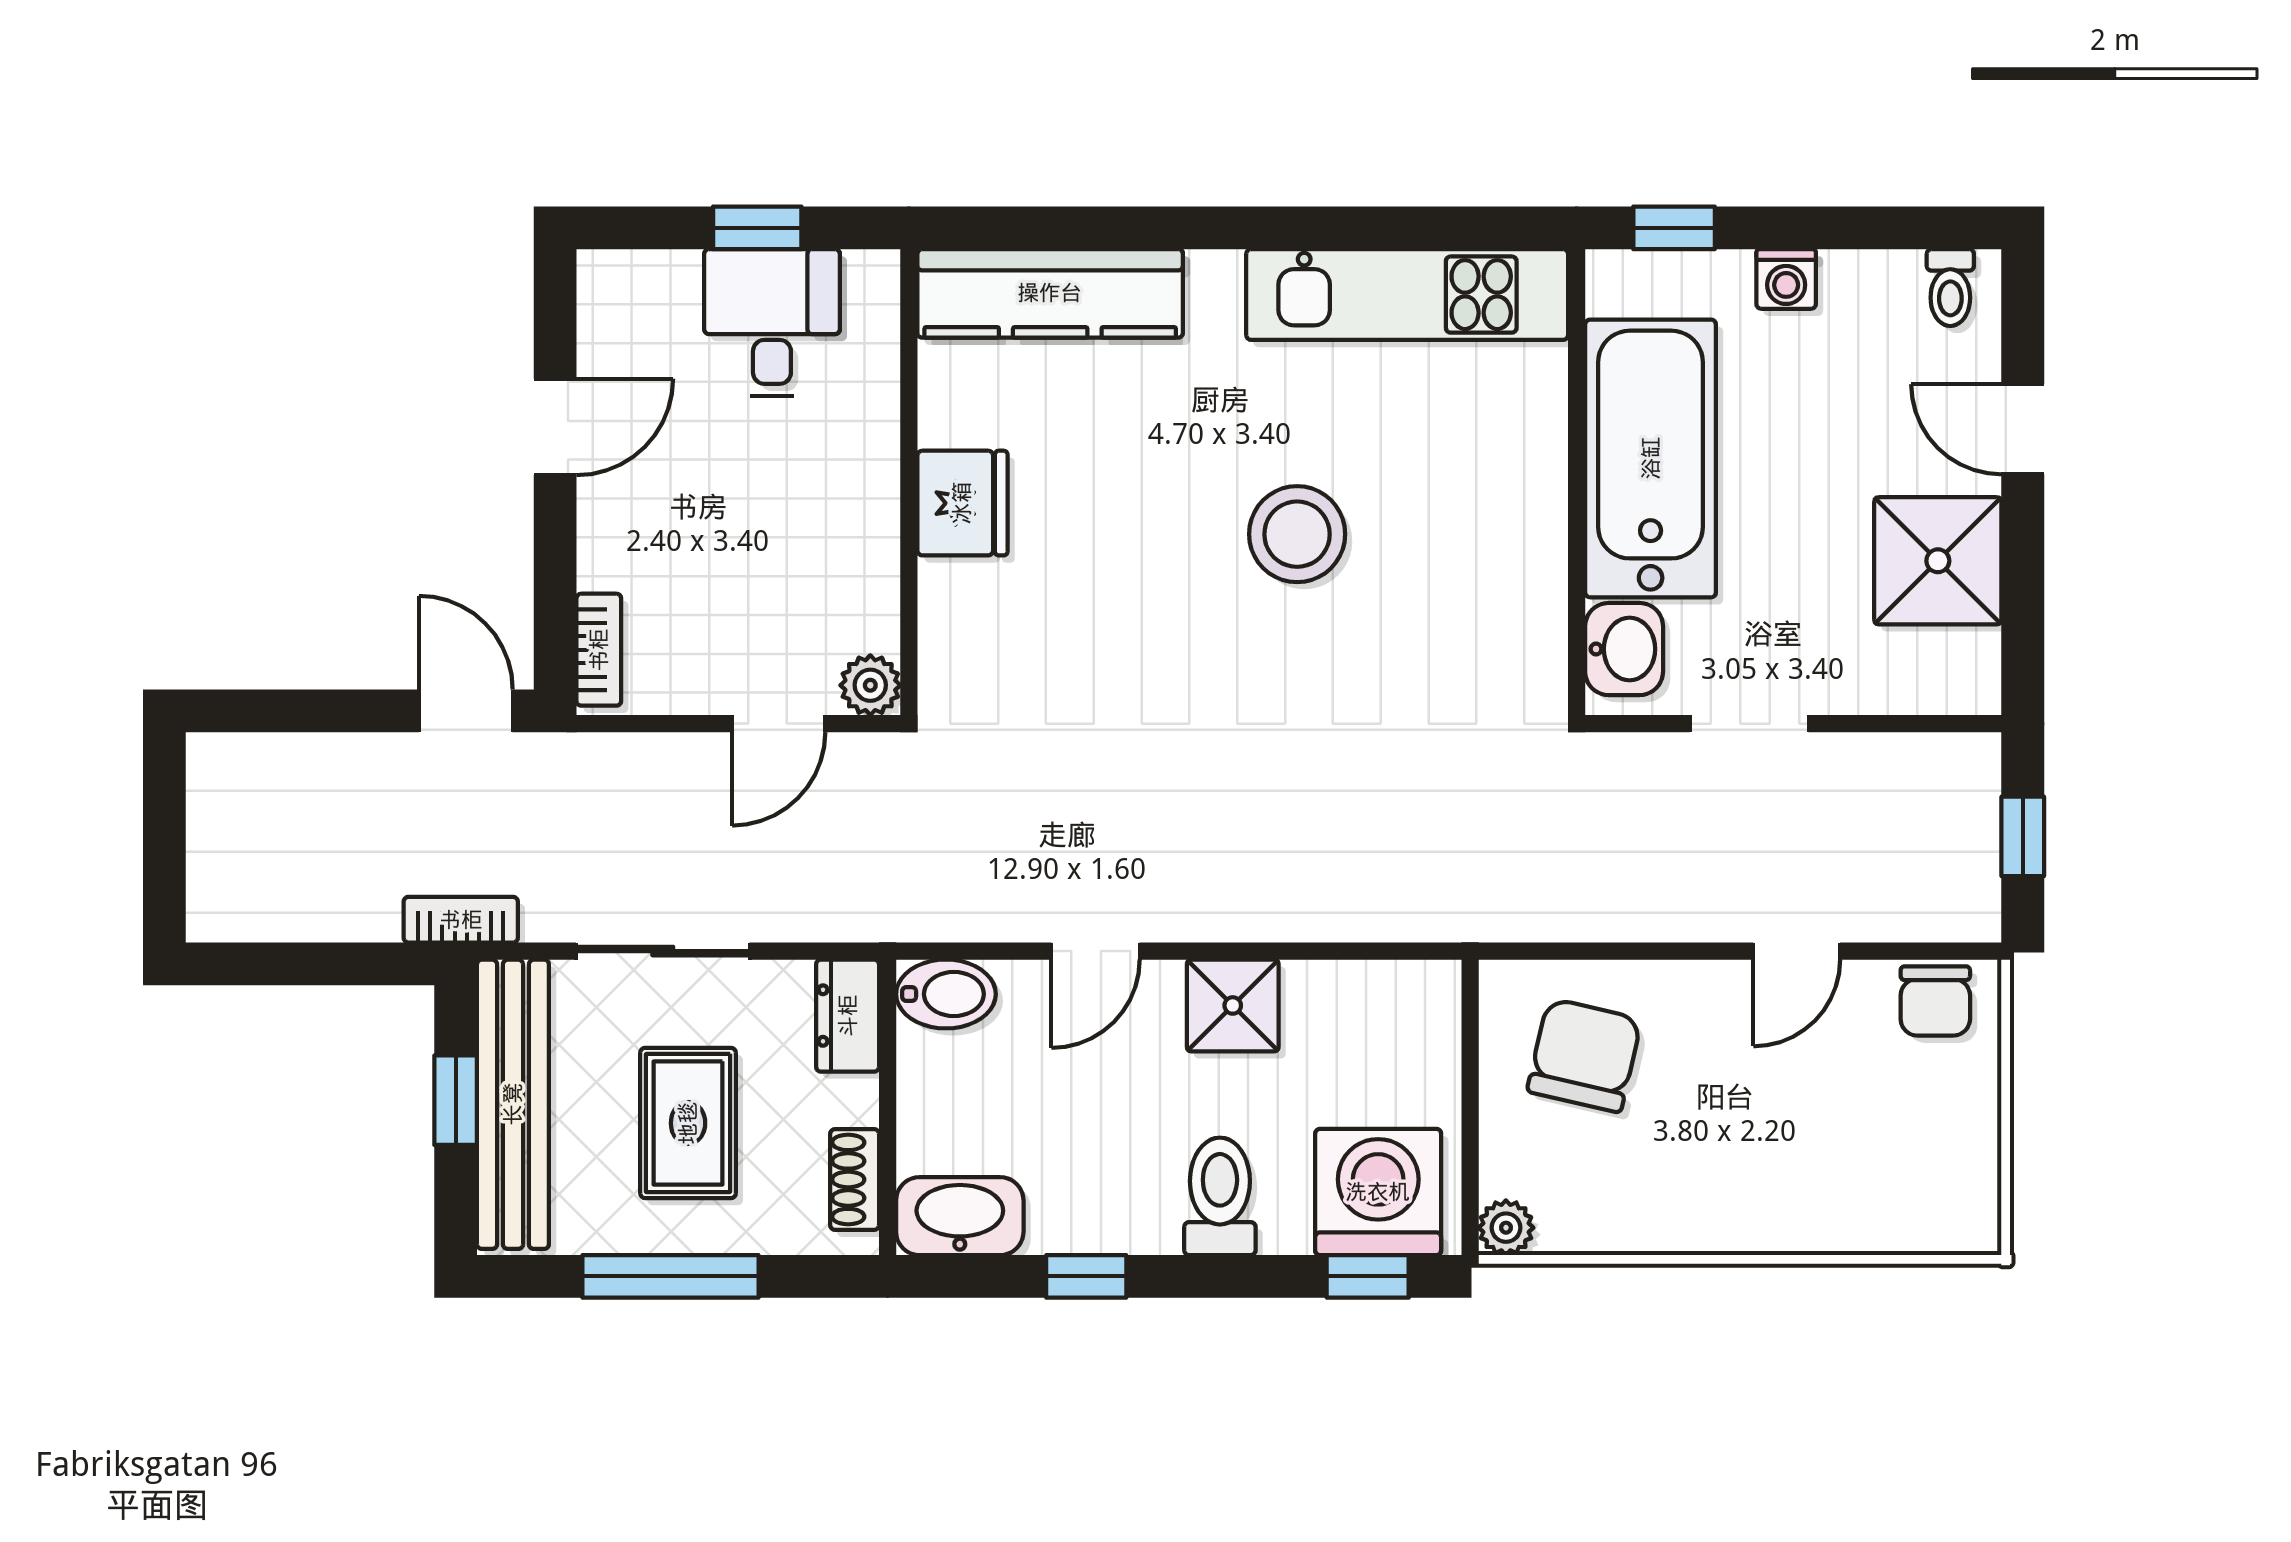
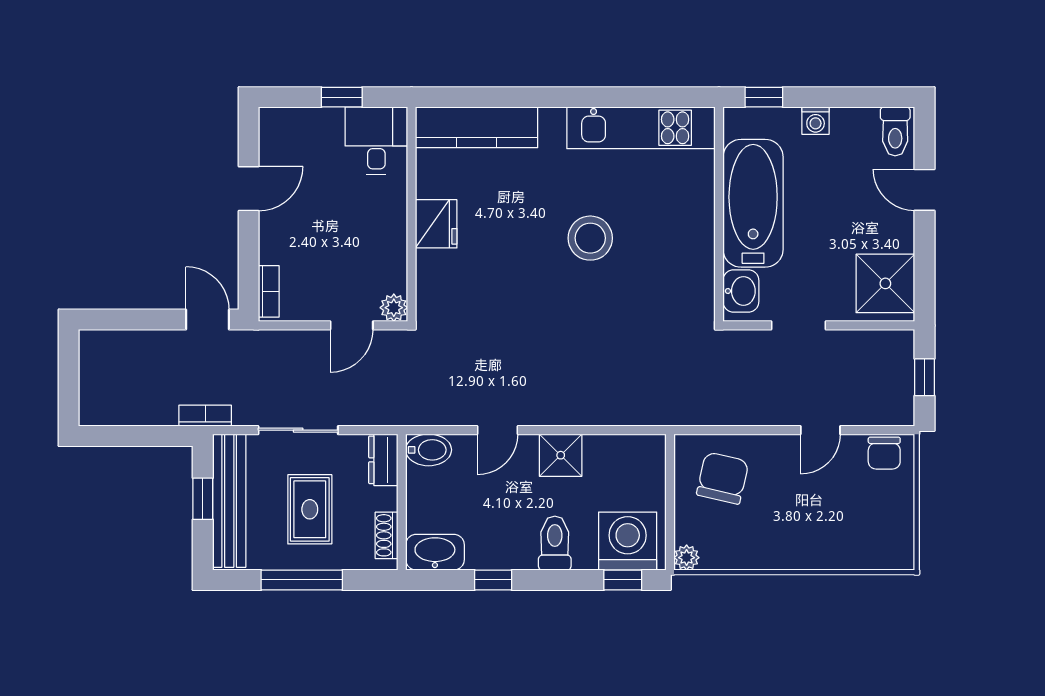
toilet: (1950, 288) -> (895, 131), width x1.37, depth x1.39
desk: (772, 322) -> (376, 141), moved
shower: (1938, 561) -> (885, 283), moved

